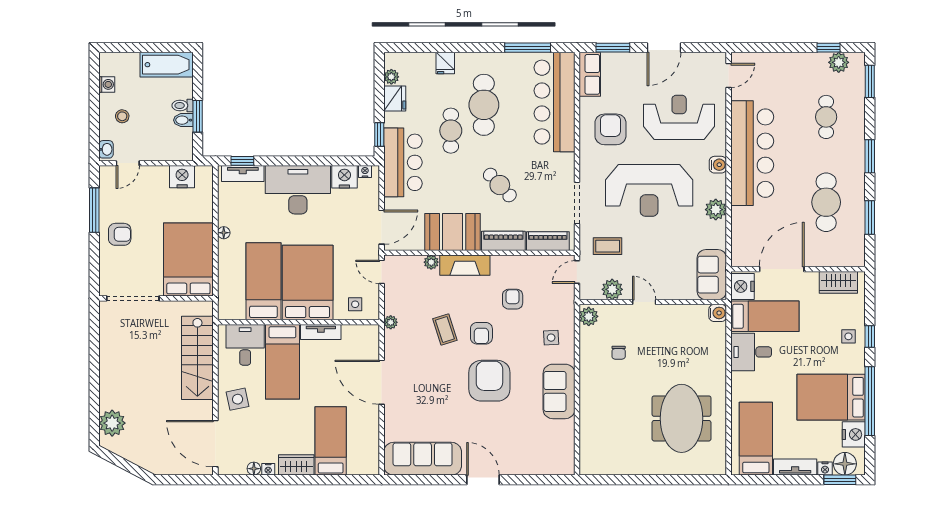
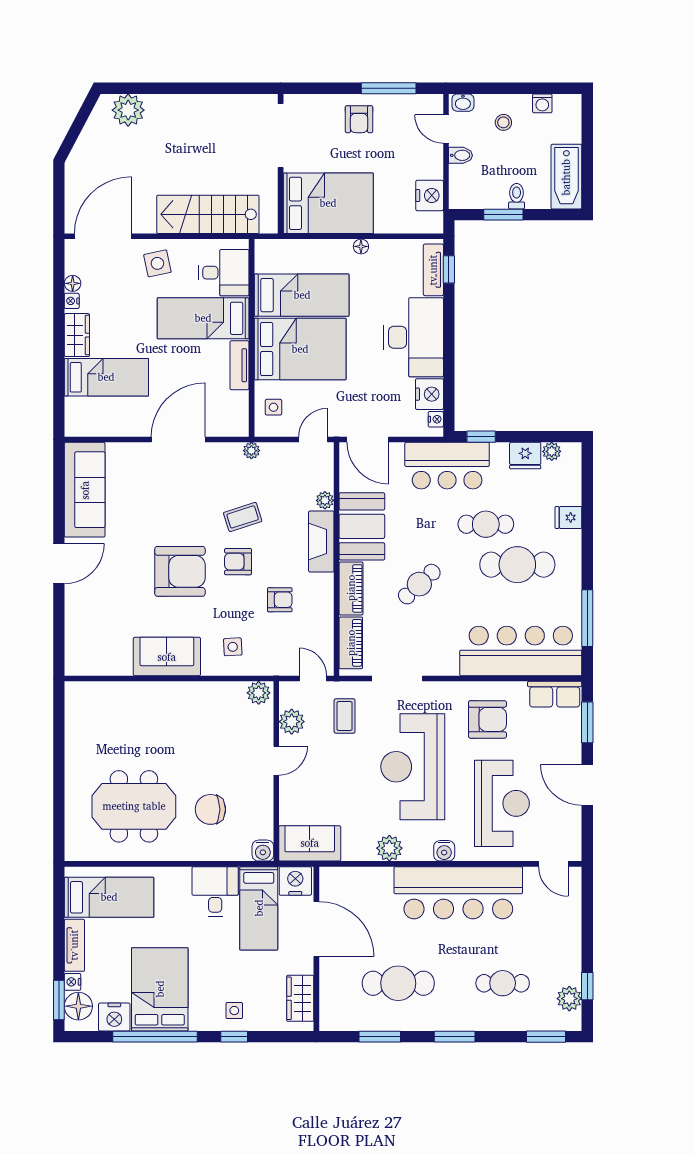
bidet: (183, 120) -> (461, 155), moved, turned 90
chair: (619, 353) -> (210, 809), moved, width x1.87, depth x1.87

